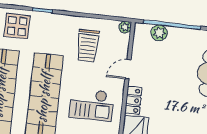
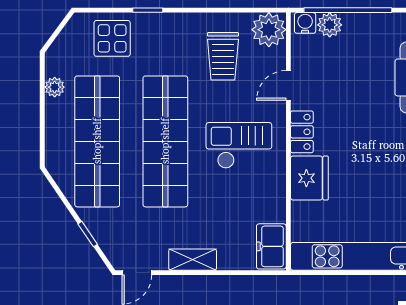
plant: (125, 27) -> (269, 30), width x1.87, depth x1.87
water cooler: (143, 30) -> (305, 23), added
checkout: (92, 105) -> (239, 145), turned 180

